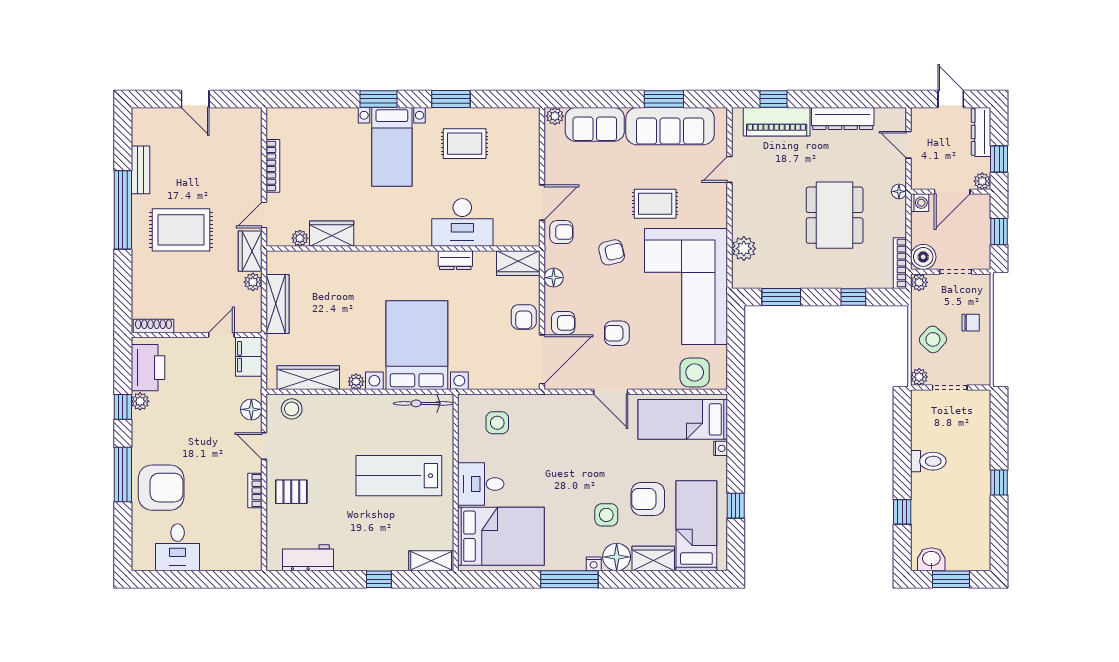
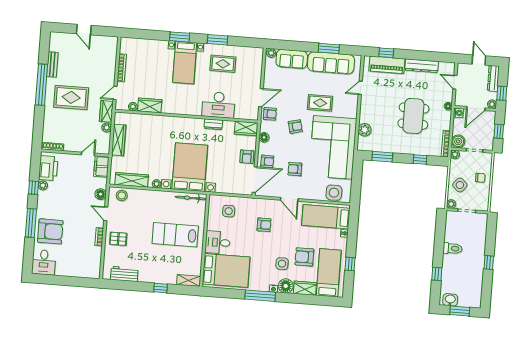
armchair: (566, 444) -> (264, 225), added
desk: (178, 547) -> (44, 262), moved

